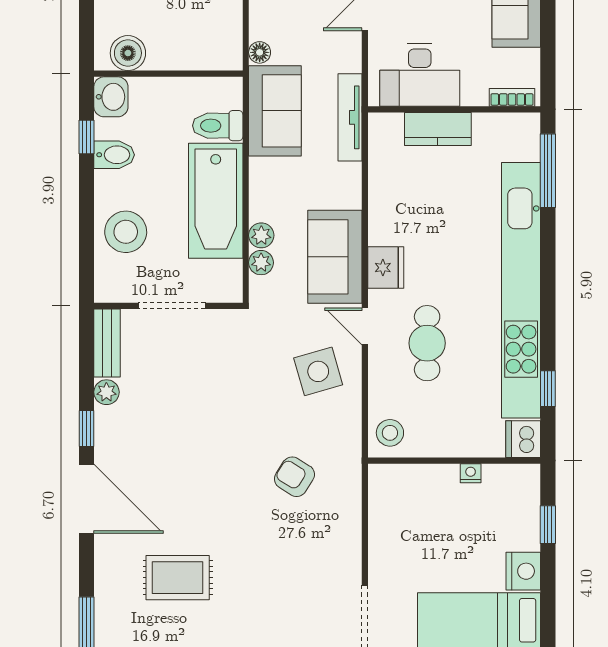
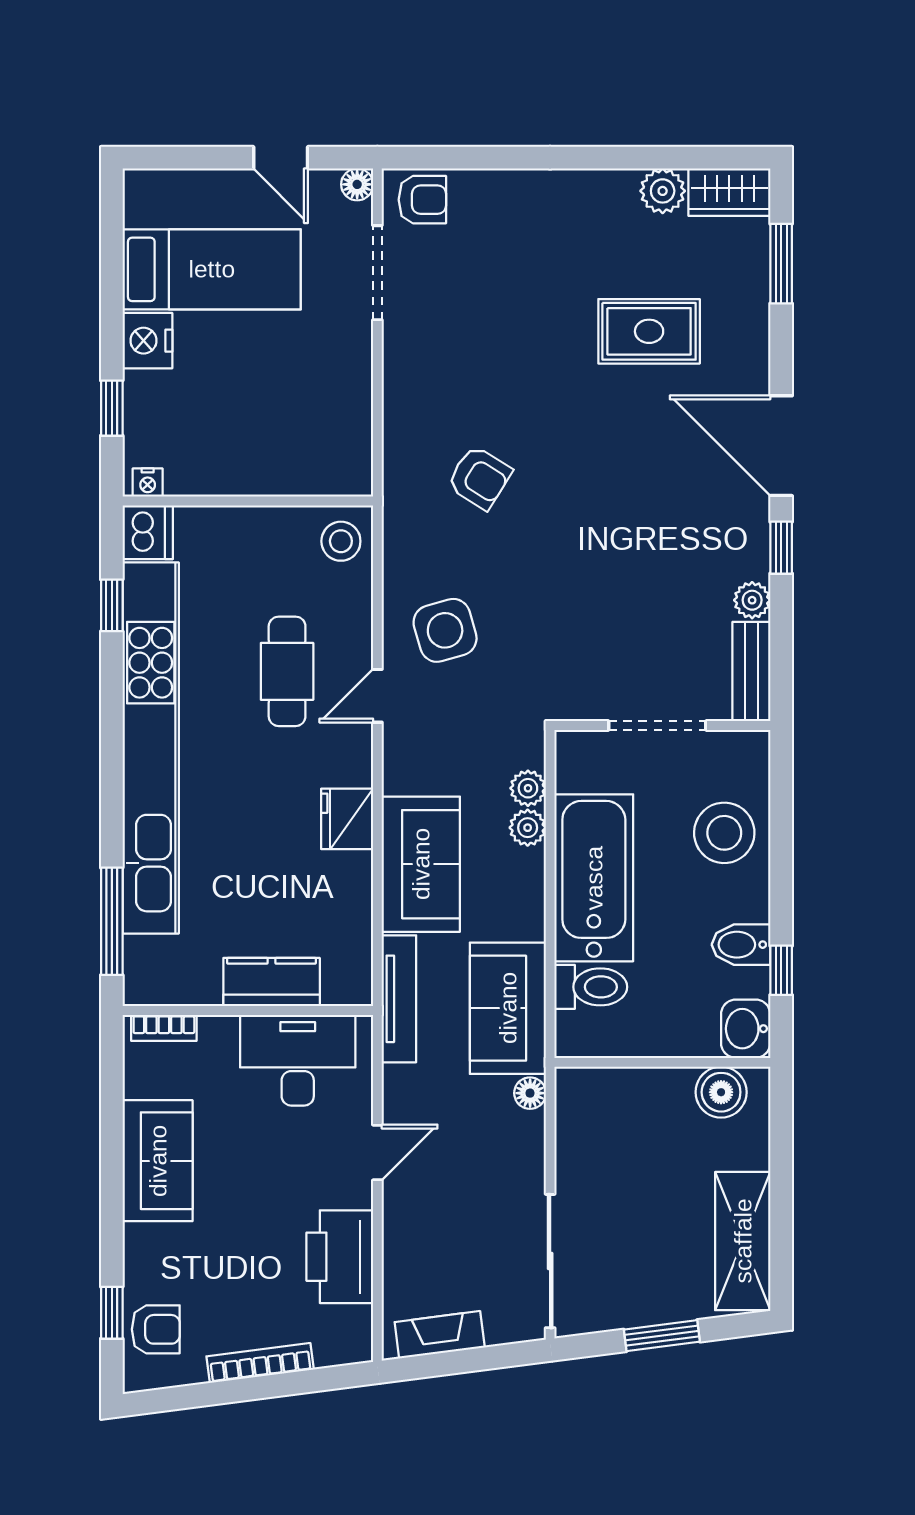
sofa: (335, 257) -> (421, 864), moved
fridge: (386, 268) -> (347, 819), moved
door: (365, 326) -> (377, 696), swing flipped
nightstand: (471, 473) -> (148, 483), moved

